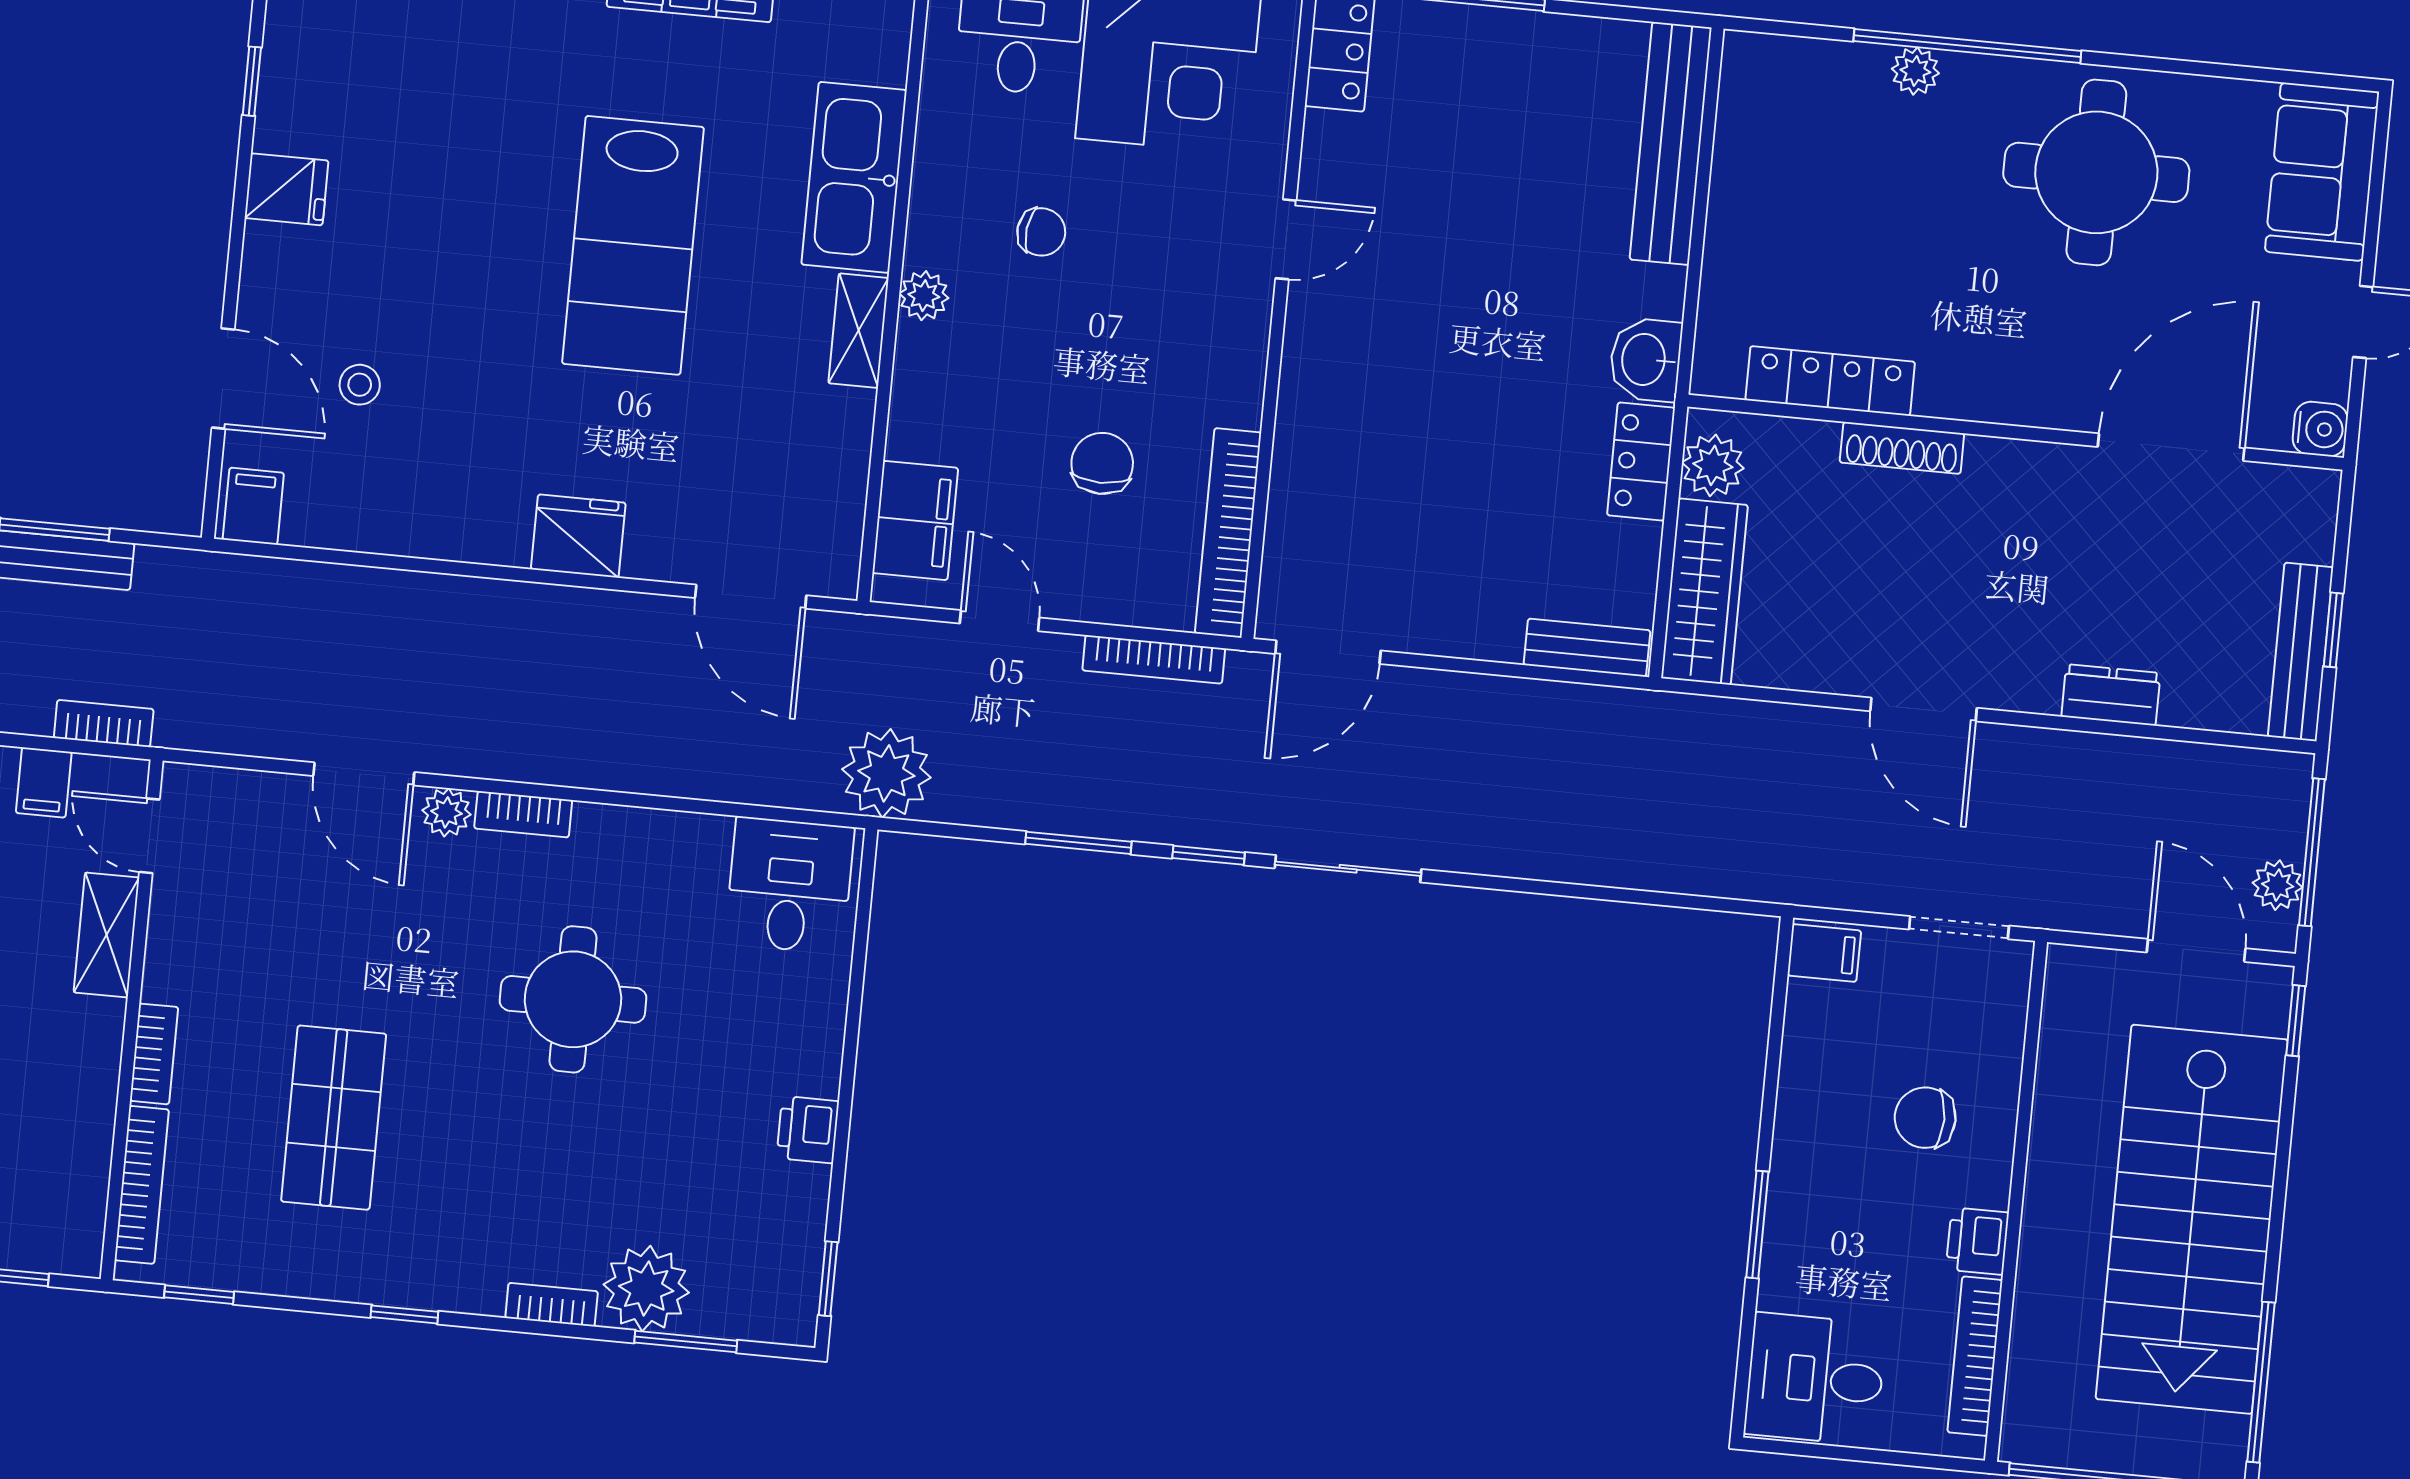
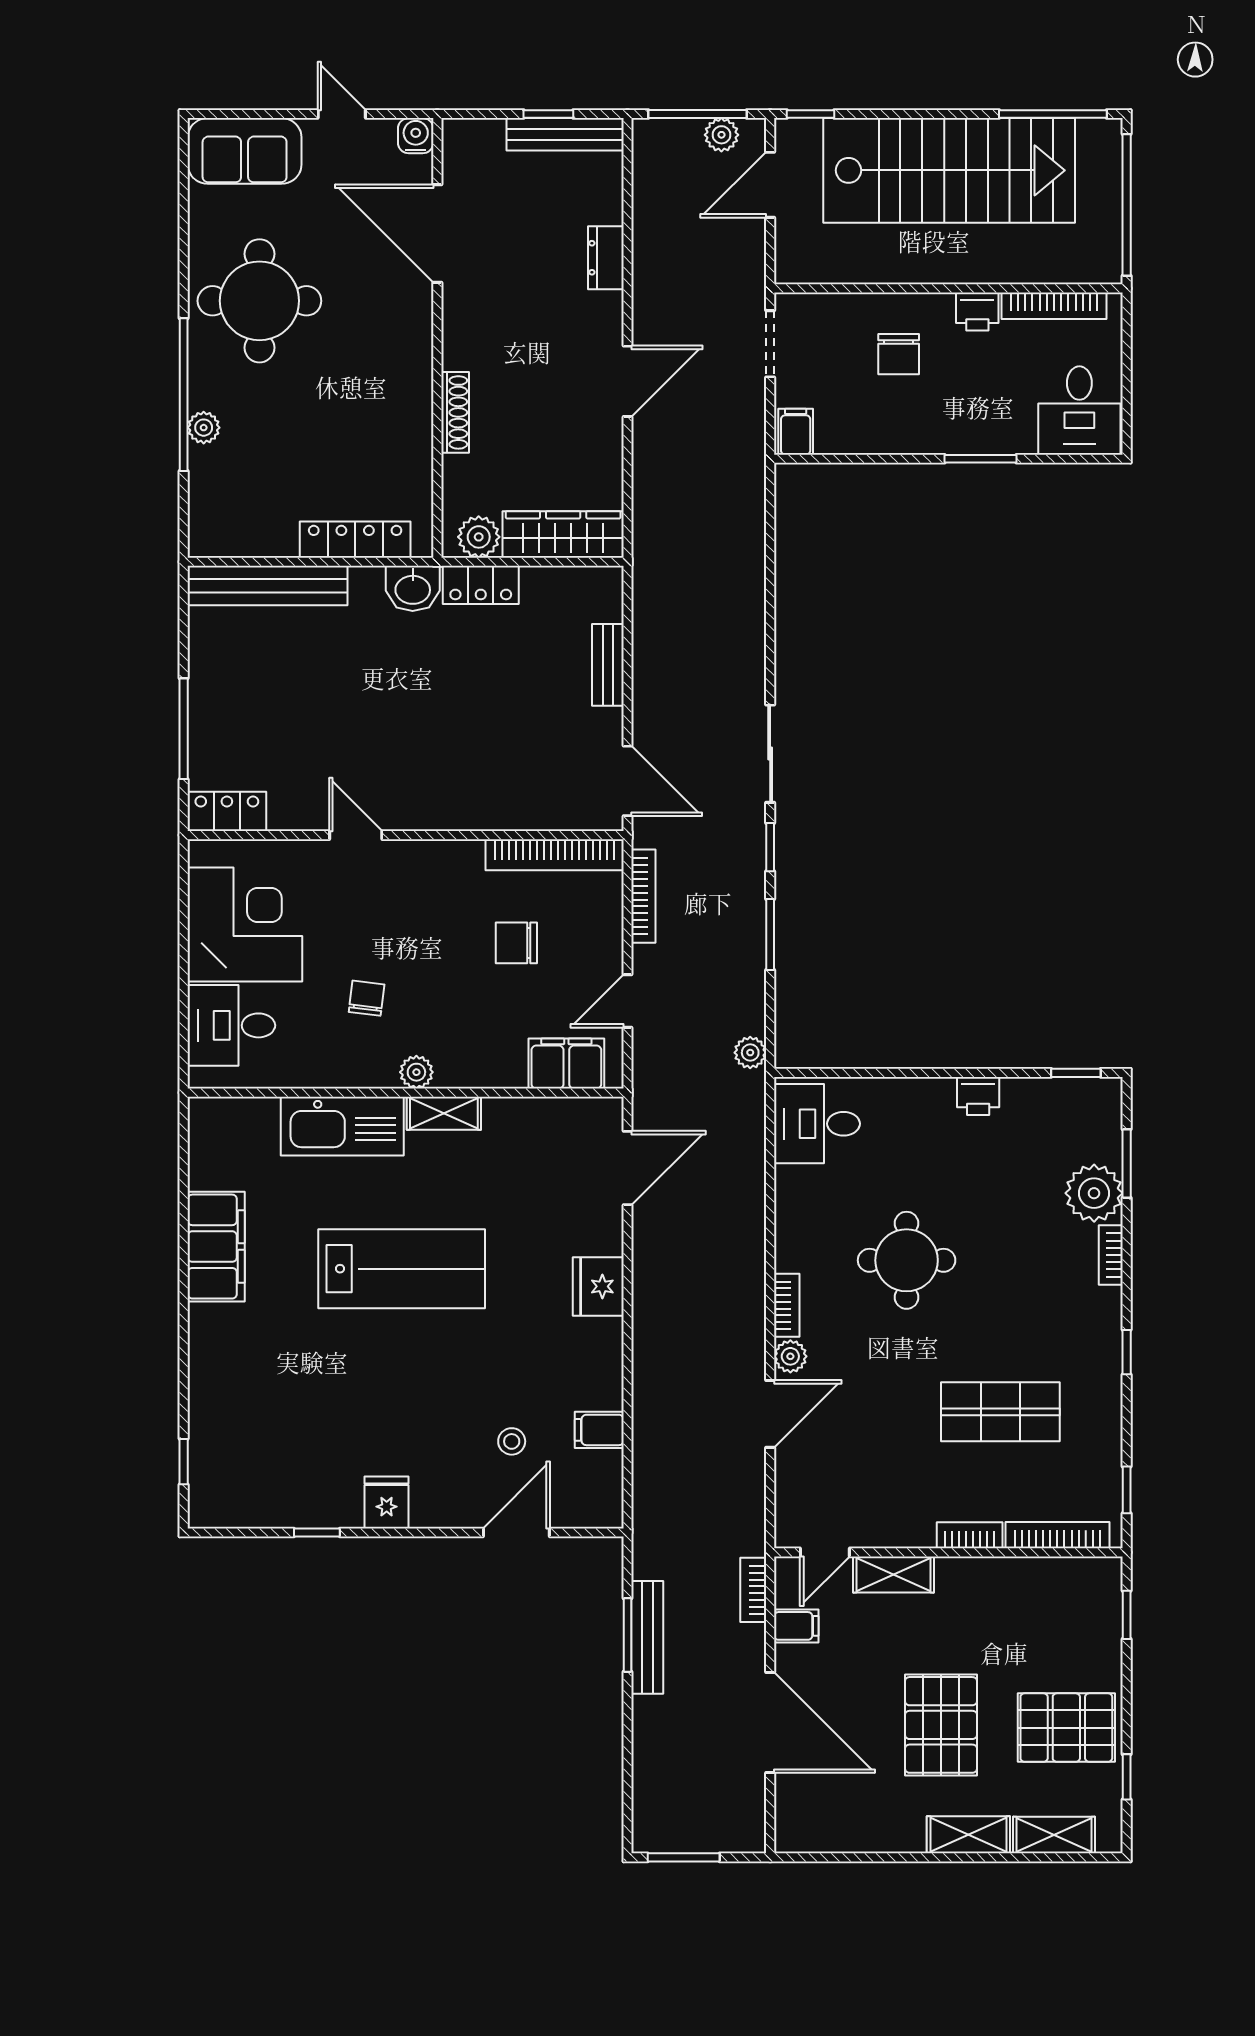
locker: (1830, 381) -> (355, 540), moved, turned 90
filing cabinet: (253, 506) -> (599, 1430), moved
bench: (1587, 648) -> (608, 665), moved
plant: (886, 773) -> (750, 1053), width x0.53, depth x0.53

